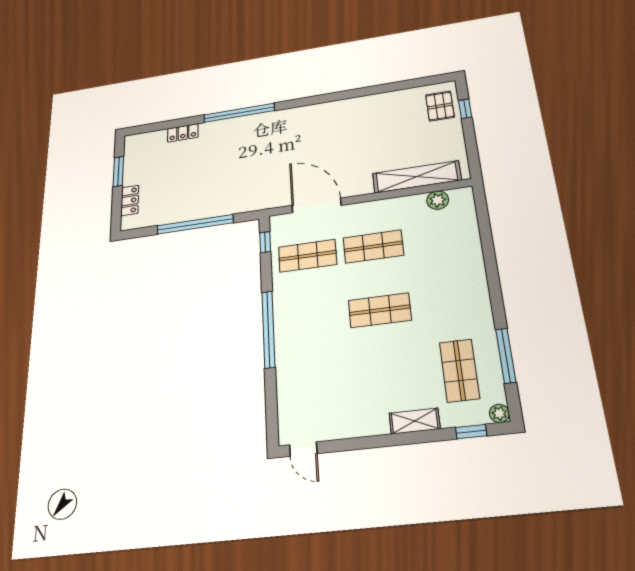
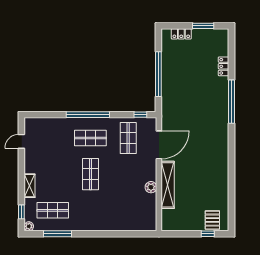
pallet: (440, 106) -> (212, 220), turned 90
shelving: (417, 177) -> (168, 185), moved
plant: (438, 200) -> (151, 187), moved
shop shelf: (373, 247) -> (90, 138), moved, turned 90
door: (303, 449) -> (21, 141), moved

